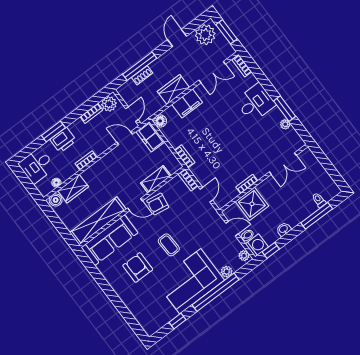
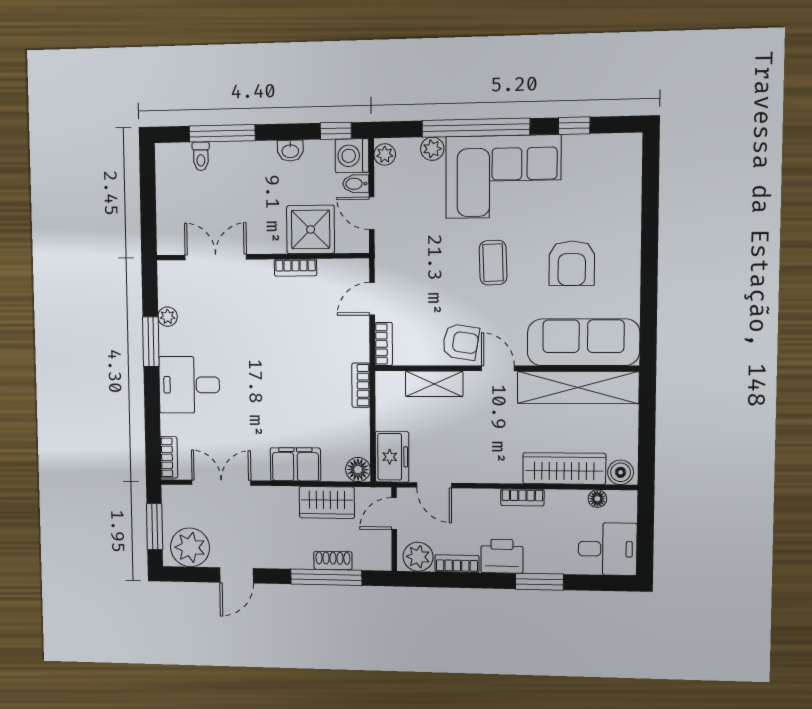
wardrobe: (173, 90) -> (327, 502), moved
printer: (63, 140) -> (502, 556), moved
wardrobe: (73, 189) -> (564, 468), width x1.50

